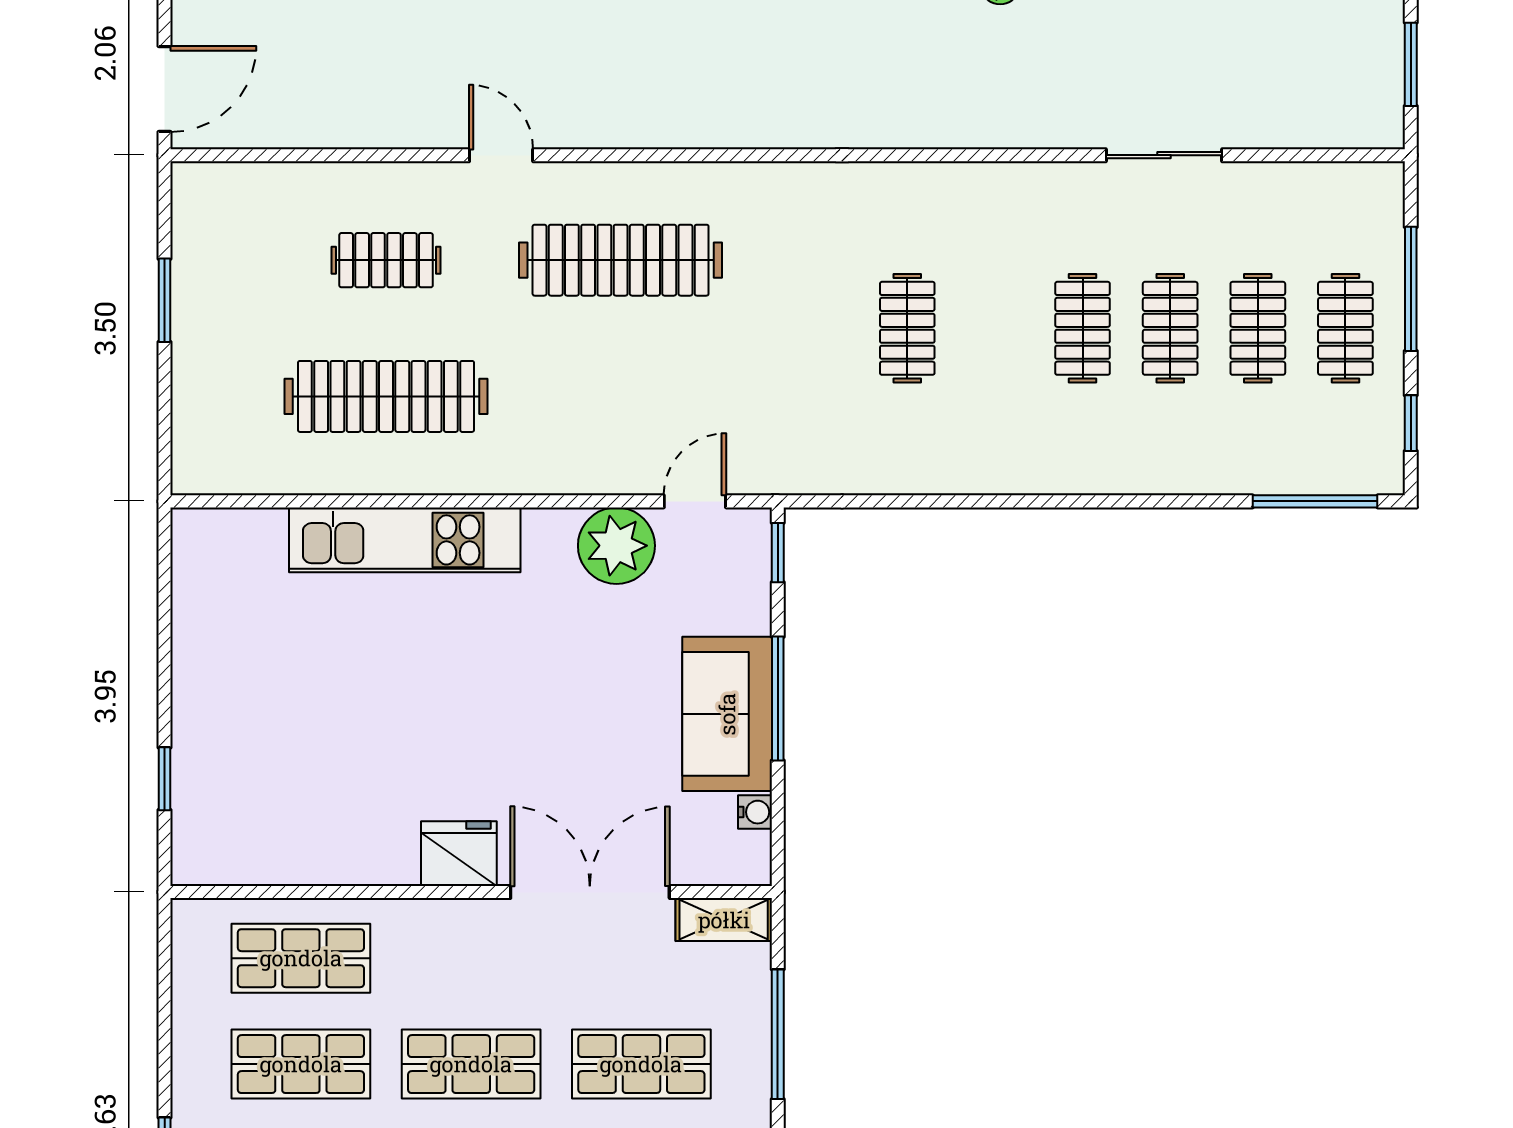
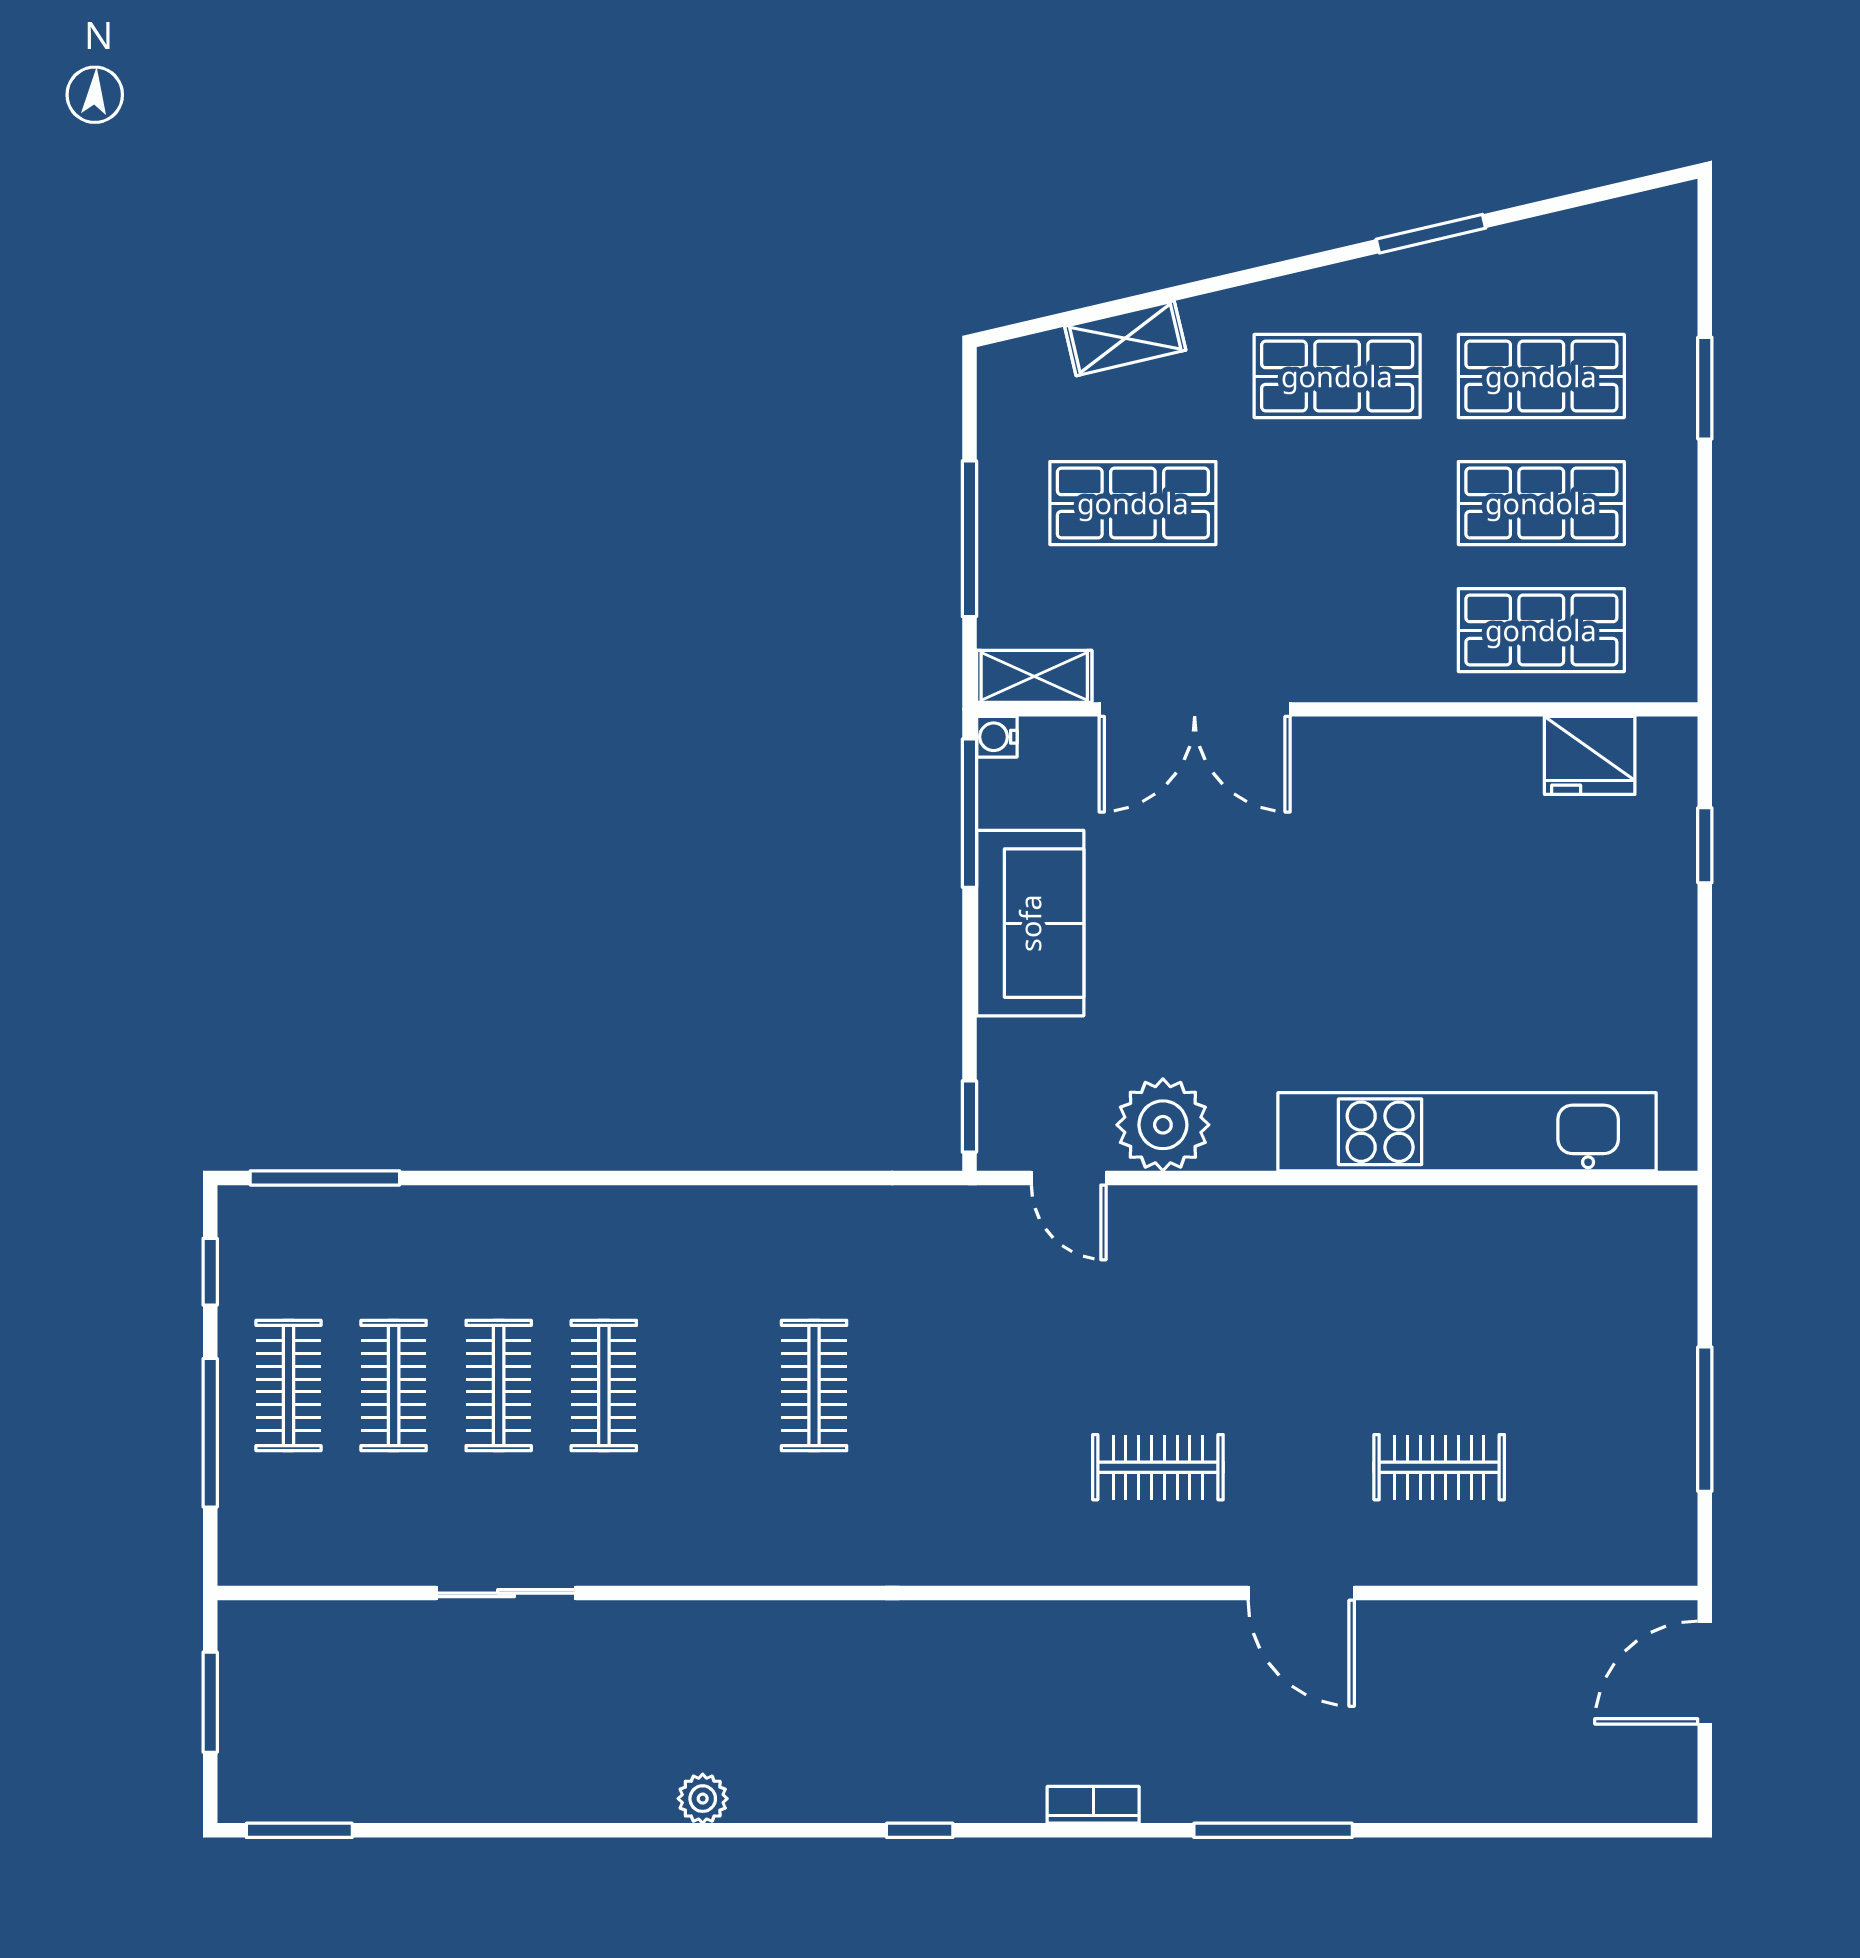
door: (501, 155) -> (1301, 1593), width x1.38
clothes rail: (621, 260) -> (1158, 1467), width x0.54, depth x0.76
window: (165, 300) -> (1705, 1419), width x1.44
clothes rail: (386, 396) -> (1439, 1304), removed
door: (695, 501) -> (1069, 1178), hinge flipped
kitchen unit: (405, 540) -> (1467, 1132), width x1.36
window: (778, 699) -> (969, 813), moved
water cooler: (755, 812) -> (997, 737), moved
fridge: (459, 854) -> (1590, 755), moved
shop shelf: (471, 1064) -> (1337, 503), removed

